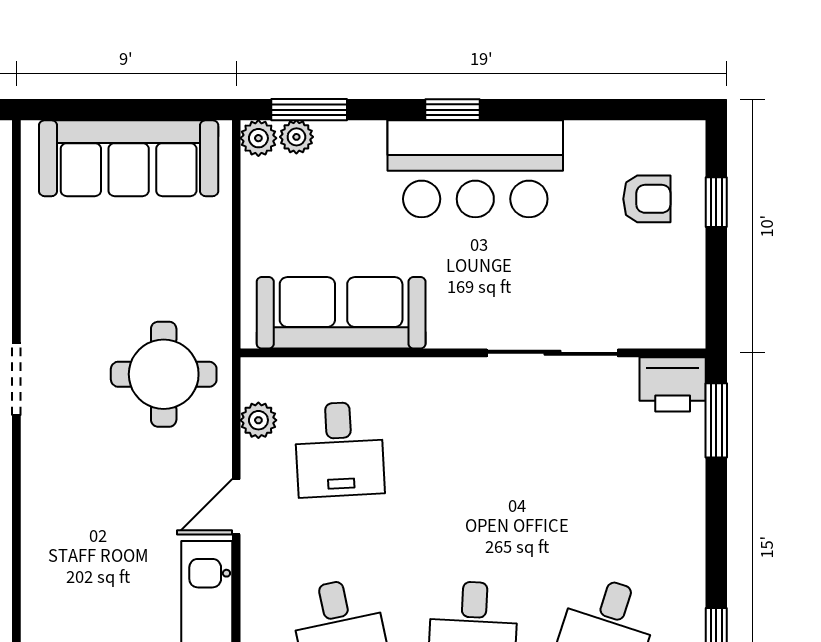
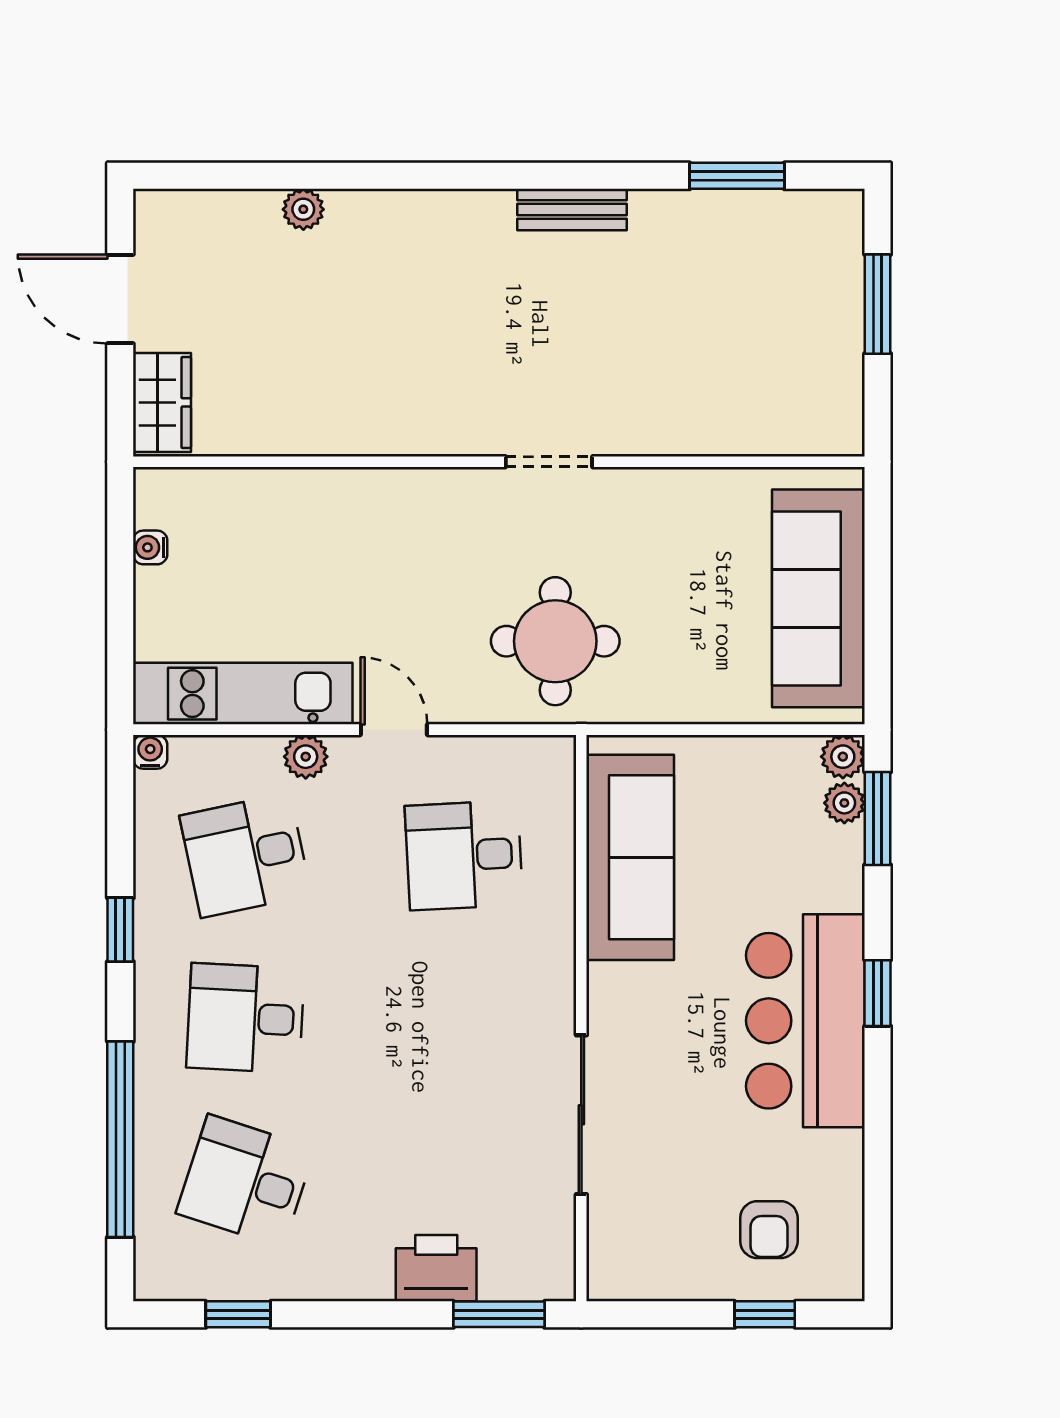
printer: (673, 384) -> (436, 1268), moved, turned 90
plant: (258, 420) -> (306, 757), moved

